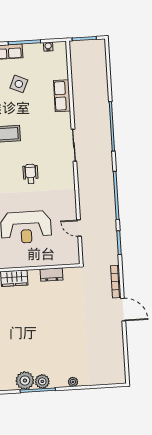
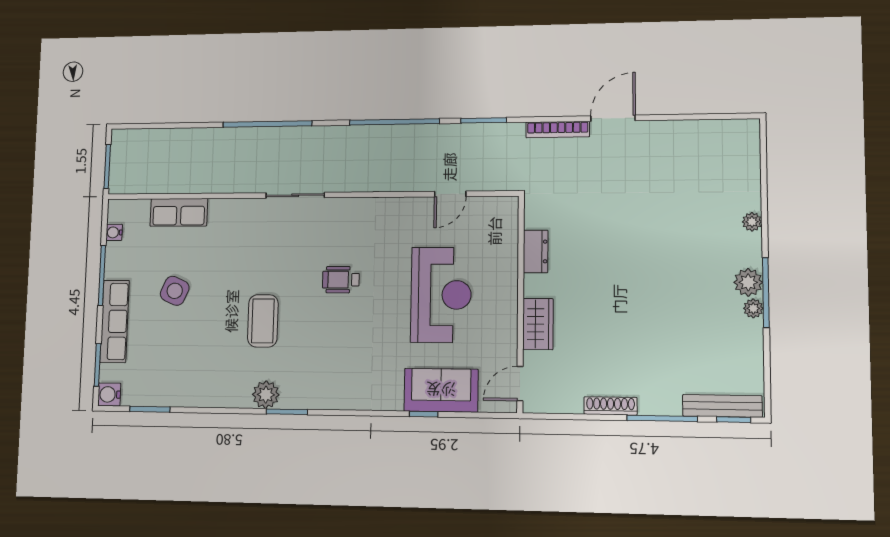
row of seats: (62, 96) -> (179, 212), moved
plant: (25, 381) -> (753, 308), width x0.53, depth x0.53

